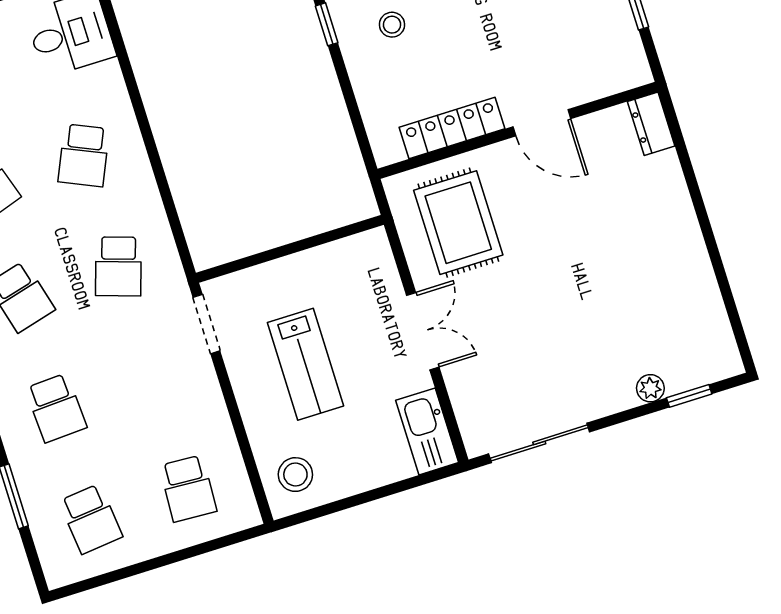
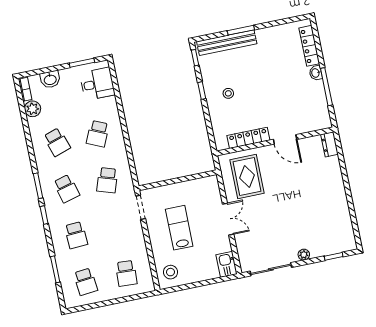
lab bench: (305, 364) -> (179, 228), turned 180
plant: (650, 388) -> (304, 255), moved
kitchen sink: (427, 431) -> (227, 264), width x0.73

